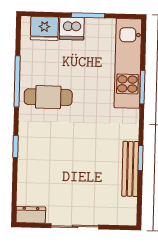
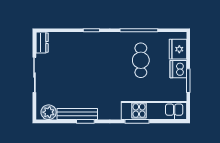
cafe table: (48, 97) -> (141, 60), moved
plant: (127, 208) -> (49, 112), added

